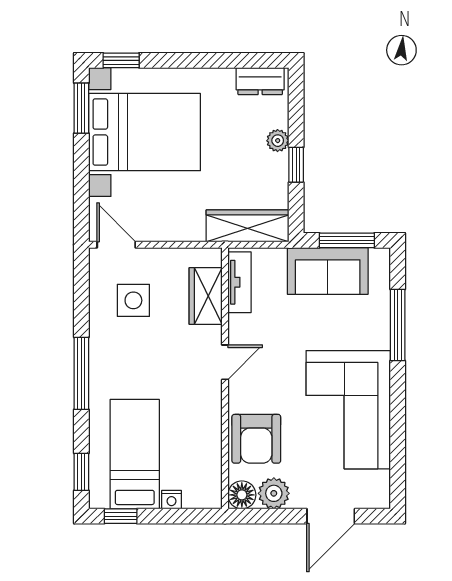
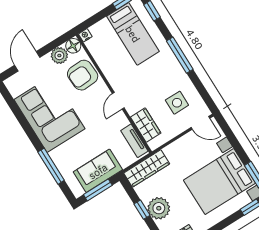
plant: (278, 141) -> (159, 208), width x1.87, depth x1.87
armchair: (256, 439) -> (83, 75), turned -93
nightstand: (171, 500) -> (85, 35), moved

